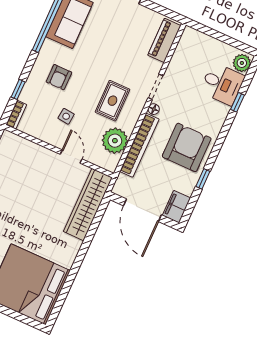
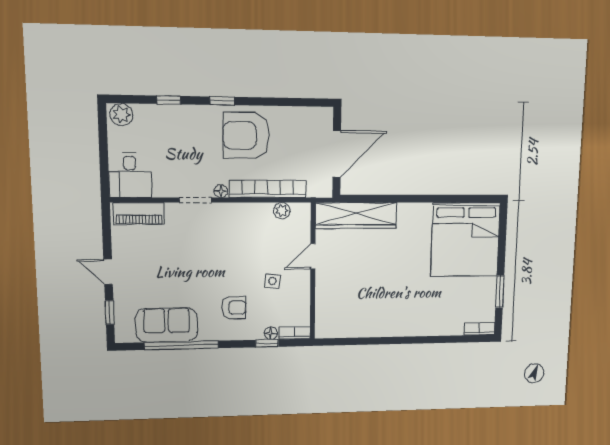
desk: (222, 84) -> (130, 175), moved, turned 180
floor lamp: (25, 96) -> (271, 333), added
rug: (112, 101) -> (233, 240), removed
plant: (115, 141) -> (282, 211), width x0.53, depth x0.53
window: (203, 179) -> (222, 101), moved
filing cabinet: (176, 207) -> (317, 118), removed

